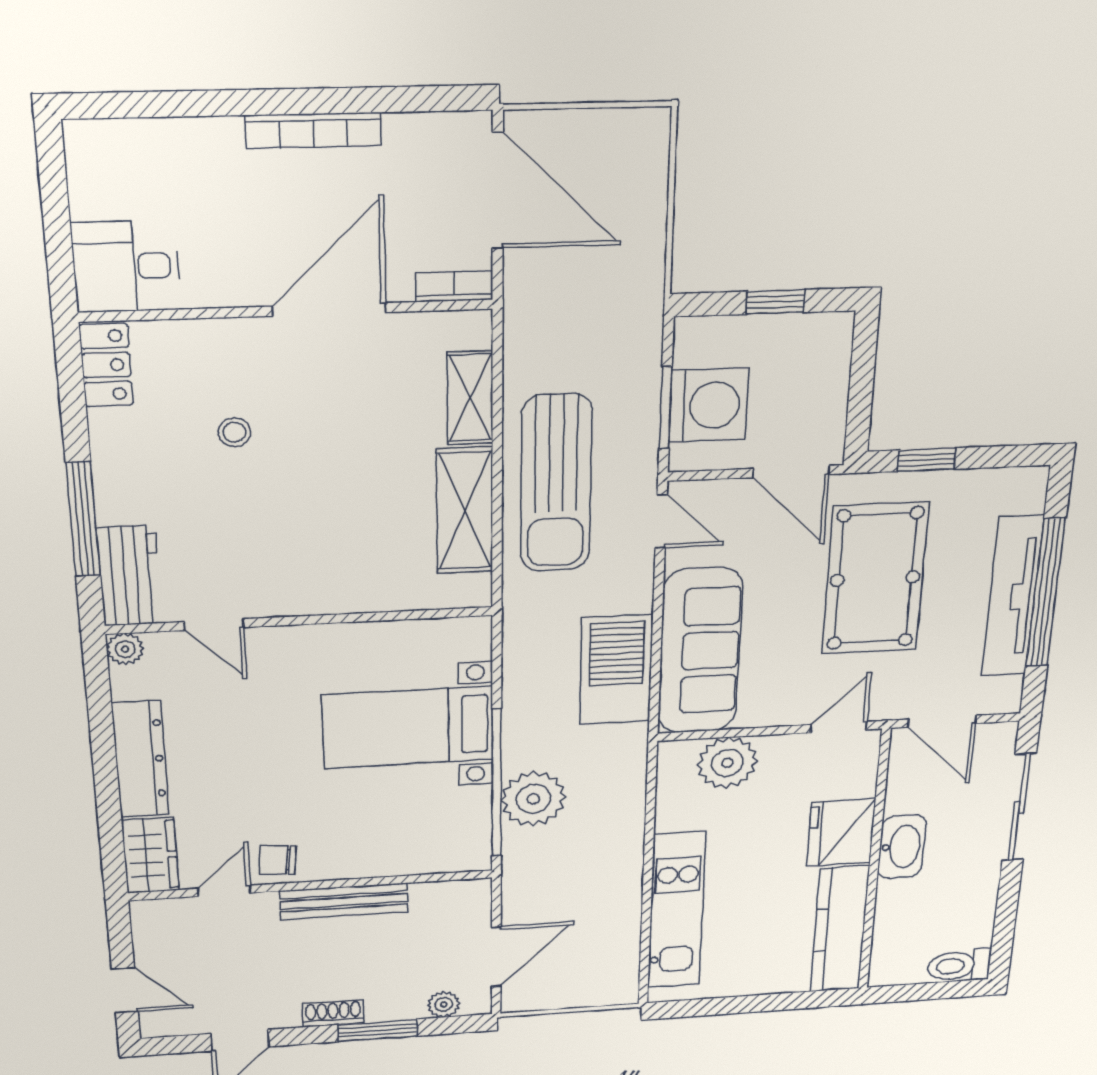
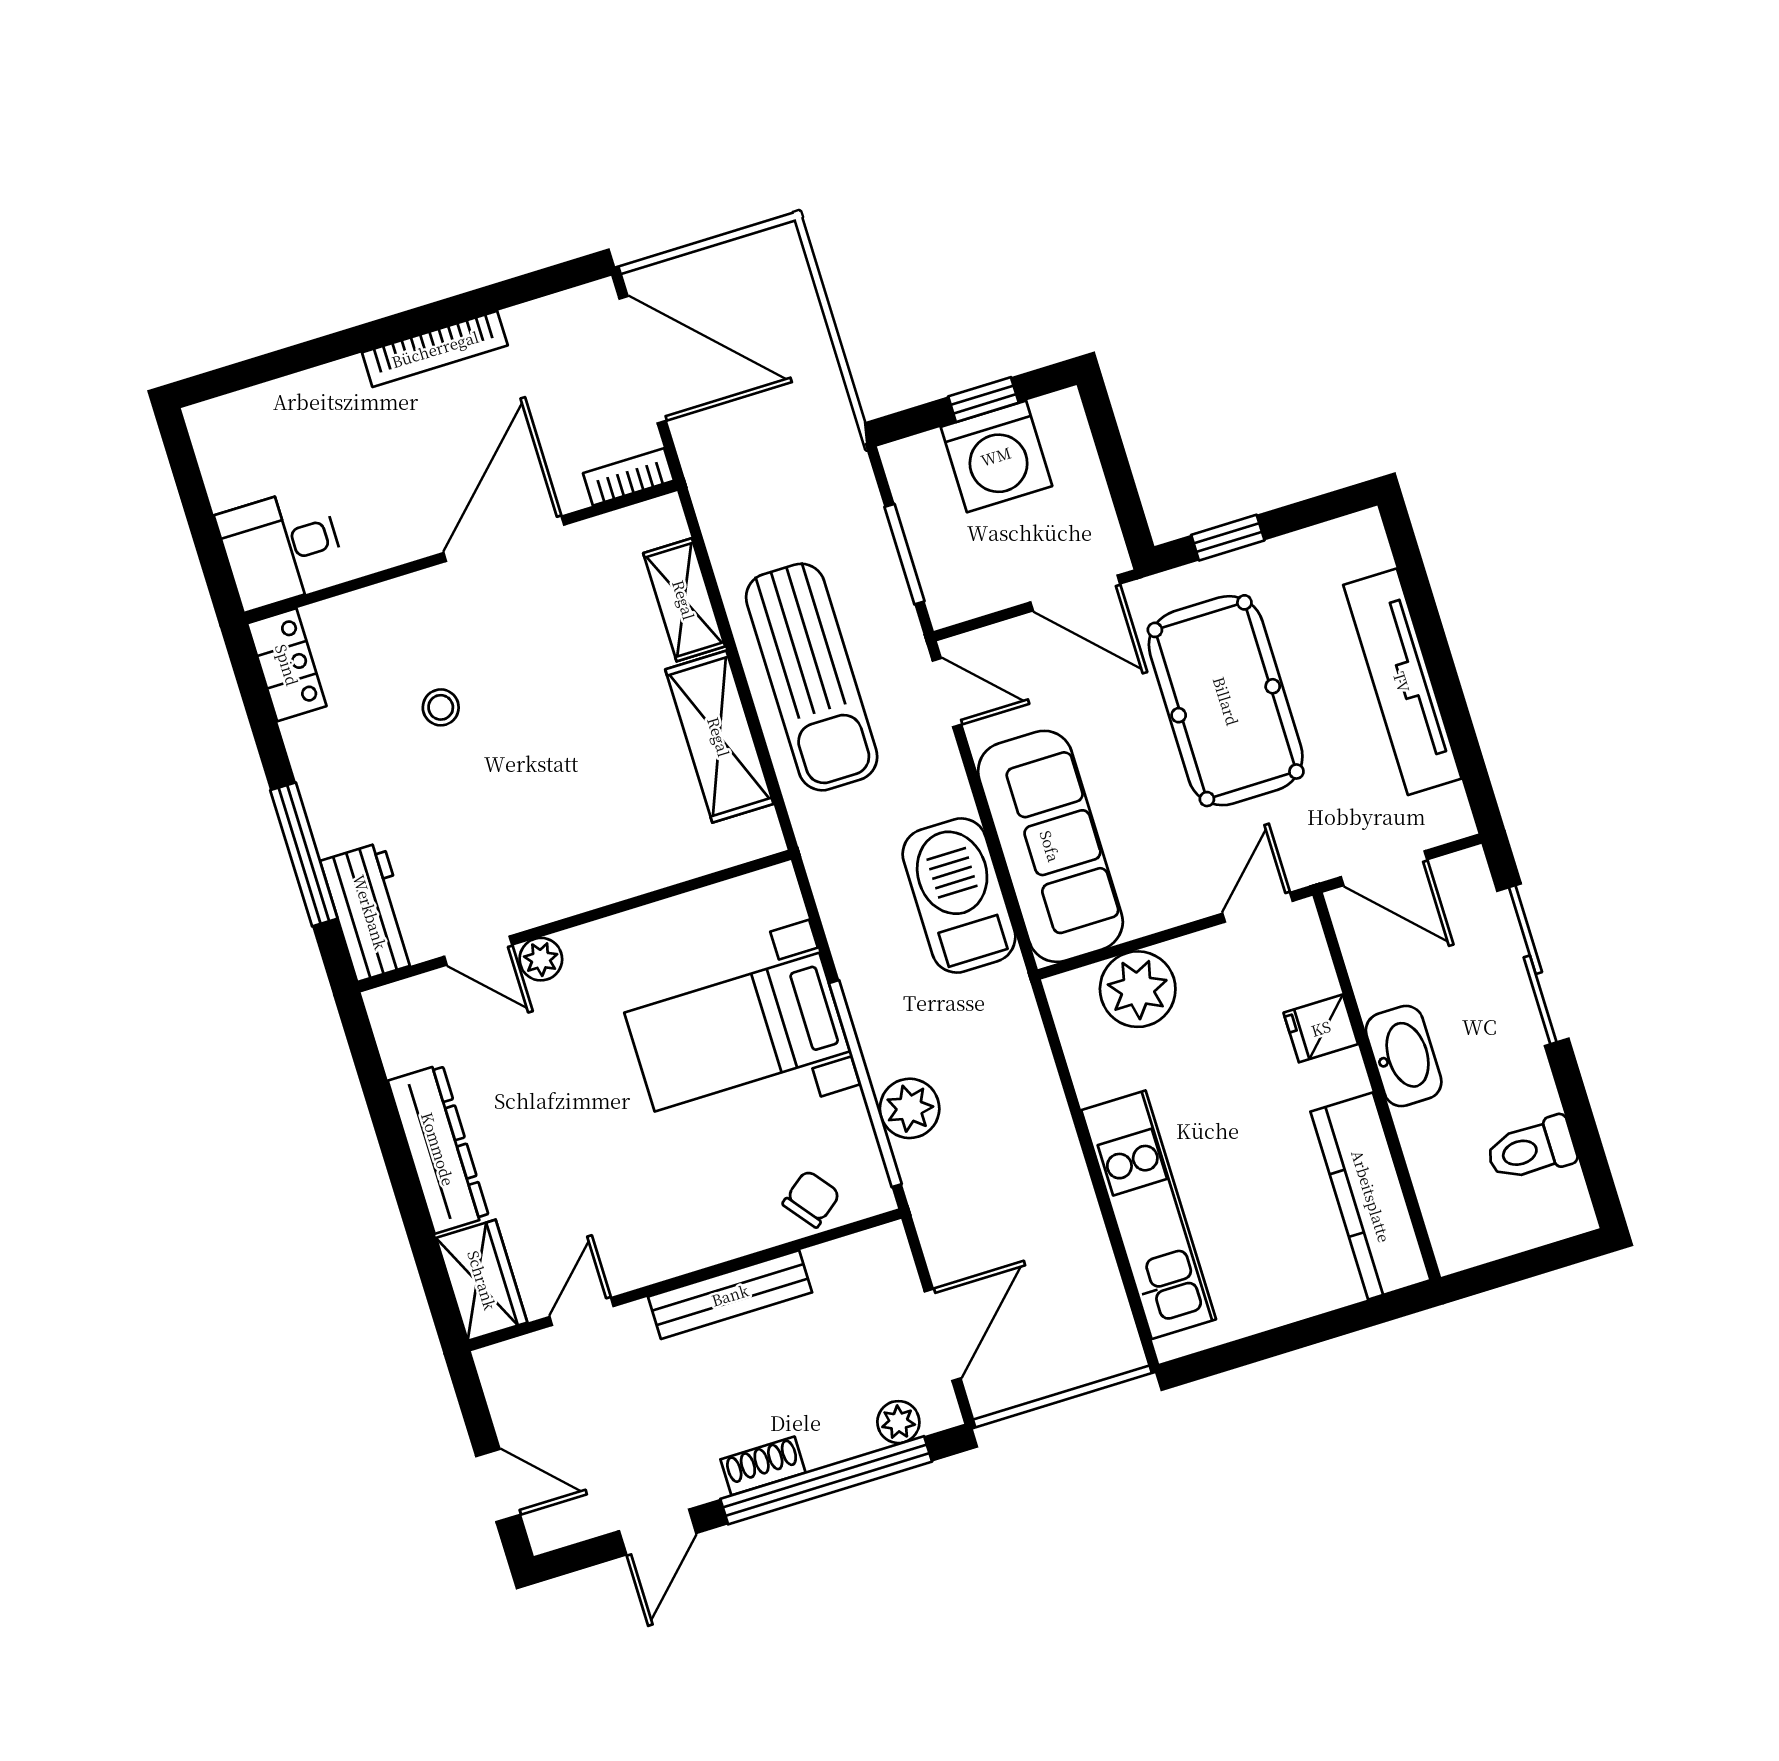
washing machine: (709, 405) -> (996, 456), moved, turned 90
window: (1046, 593) -> (1441, 667), removed
plant: (125, 649) -> (541, 959), moved
plant: (533, 799) -> (910, 1108), width x0.73, depth x0.73
fridge: (841, 832) -> (1321, 1028), width x0.53, depth x0.75
chair: (278, 860) -> (811, 1199), moved, turned 137
toilet: (959, 966) -> (1531, 1149), moved
window: (377, 1030) -> (826, 1480), width x2.11

